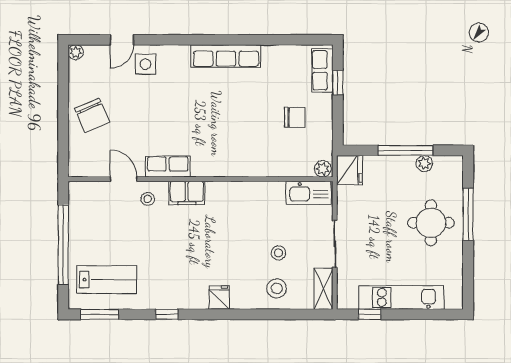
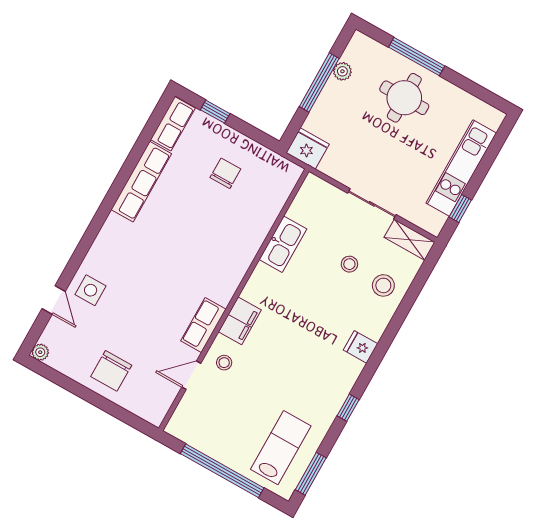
row of seats: (226, 56) -> (141, 182), moved
row of seats: (322, 70) -> (173, 124), moved, turned -90
chair: (92, 115) -> (111, 371), turned 113
plant: (323, 169) -> (291, 174), removed
kitchen sink: (309, 193) -> (283, 244), moved

